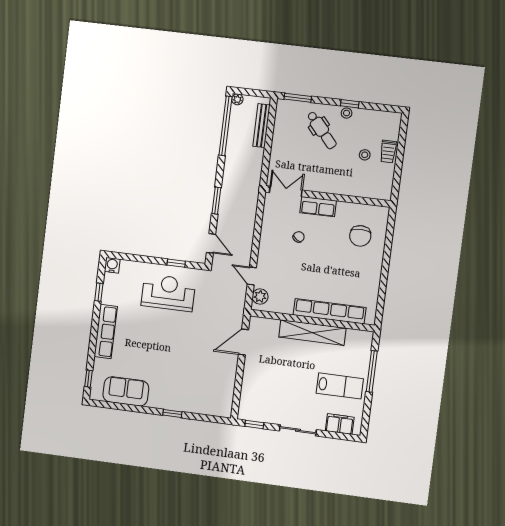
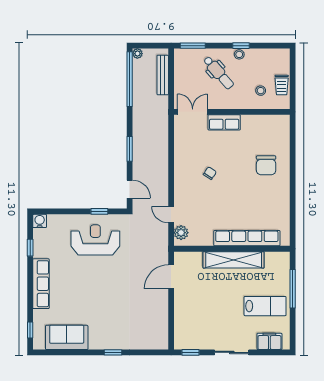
double door: (286, 191) -> (193, 112), moved
wall: (328, 196) -> (232, 112), moved
row of seats: (318, 207) -> (224, 122), moved

